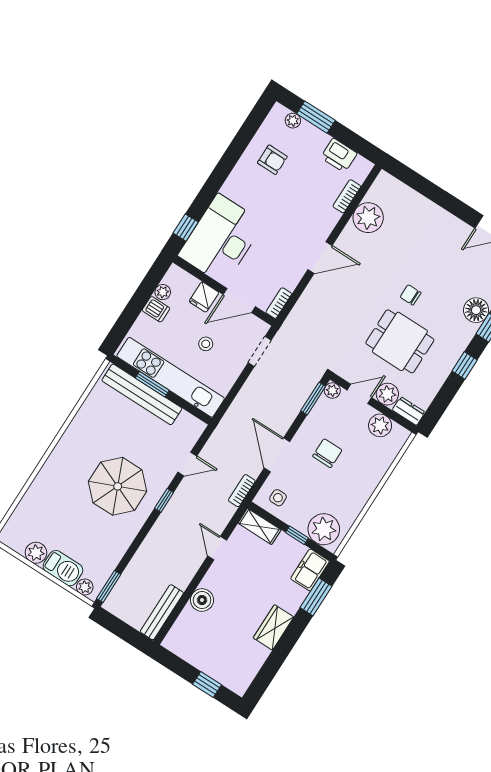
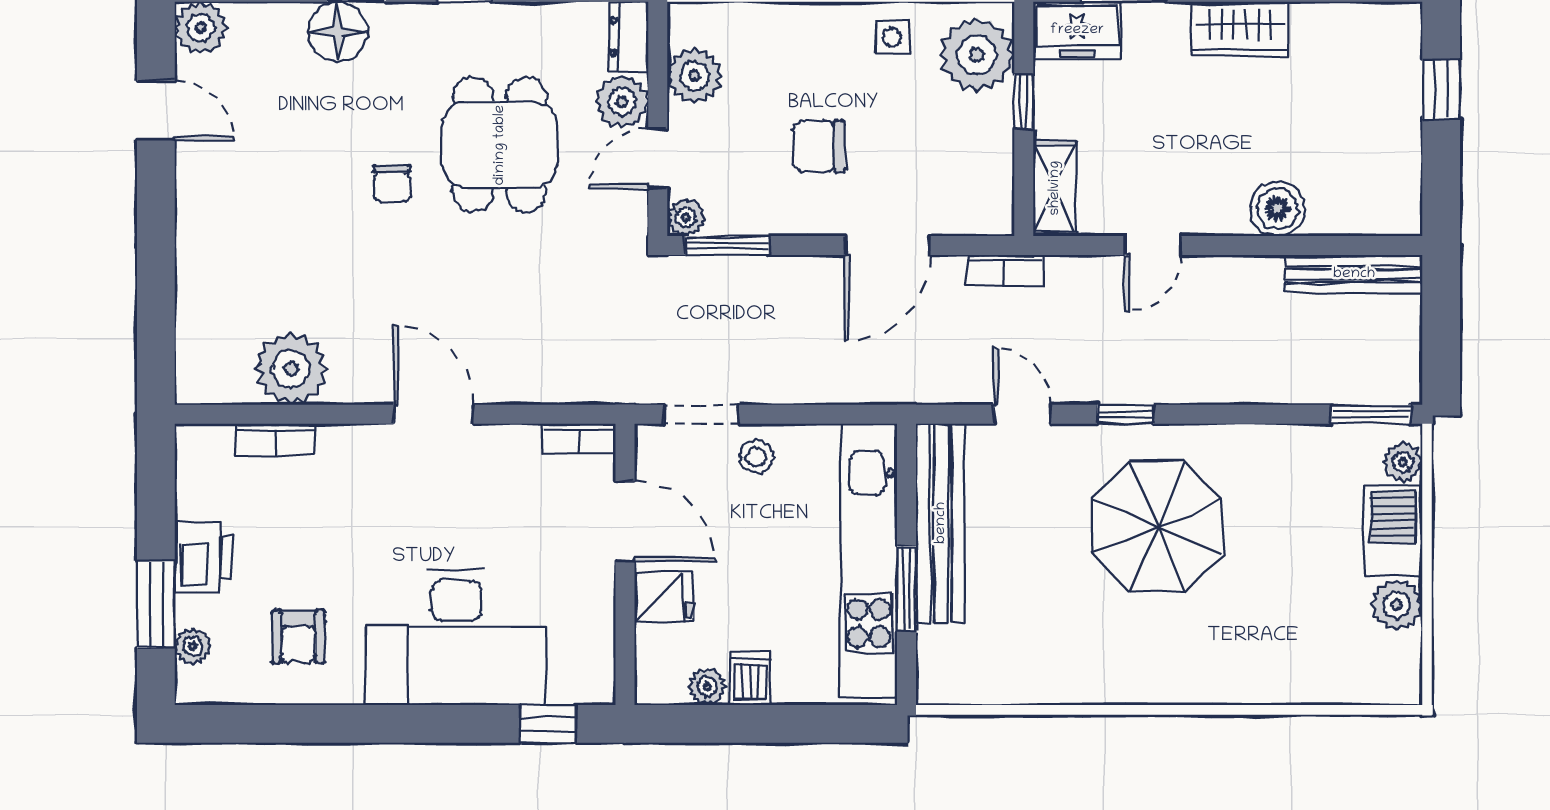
printer: (339, 155) -> (204, 558), moved
armchair: (272, 160) -> (298, 637), turned 180
desk: (221, 239) -> (456, 637), moved
stool: (206, 344) -> (756, 457), moved
bench: (142, 394) -> (941, 523), moved
door: (359, 394) -> (658, 158), hinge flipped
side table: (278, 498) -> (892, 37), moved

